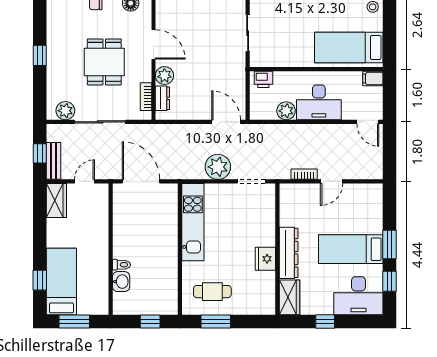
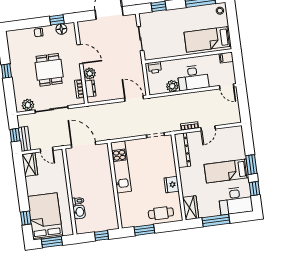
plant: (218, 167) -> (132, 129), removed
door: (85, 181) -> (47, 150), swing flipped
dresser: (289, 253) -> (182, 150), moved
bed: (61, 282) -> (45, 216), width x1.50
cafe table: (212, 292) -> (161, 213), moved
window: (325, 322) -> (216, 221), width x2.17

